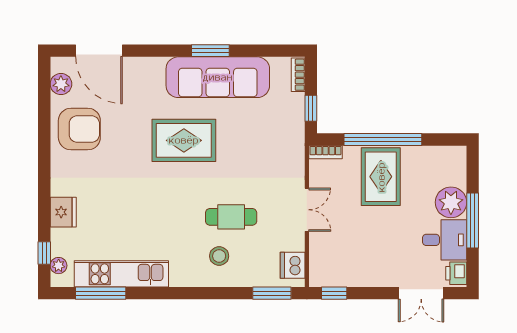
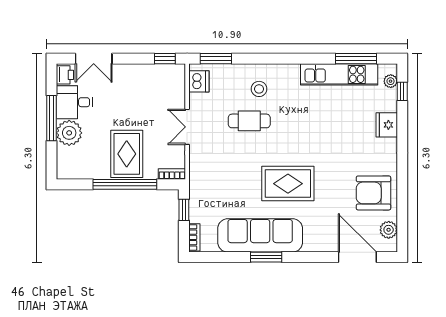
double door: (421, 293) -> (94, 59), swing flipped

